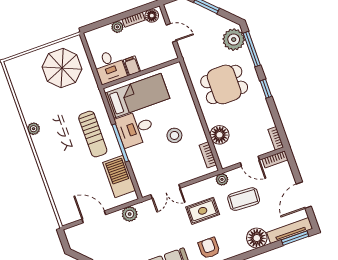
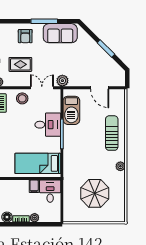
parasol: (62, 68) -> (95, 193), moved
desk: (135, 129) -> (48, 125), moved
sun lounger: (93, 134) -> (112, 133), moved
stool: (174, 135) -> (22, 98), moved
plant: (130, 214) -> (62, 81), moved

